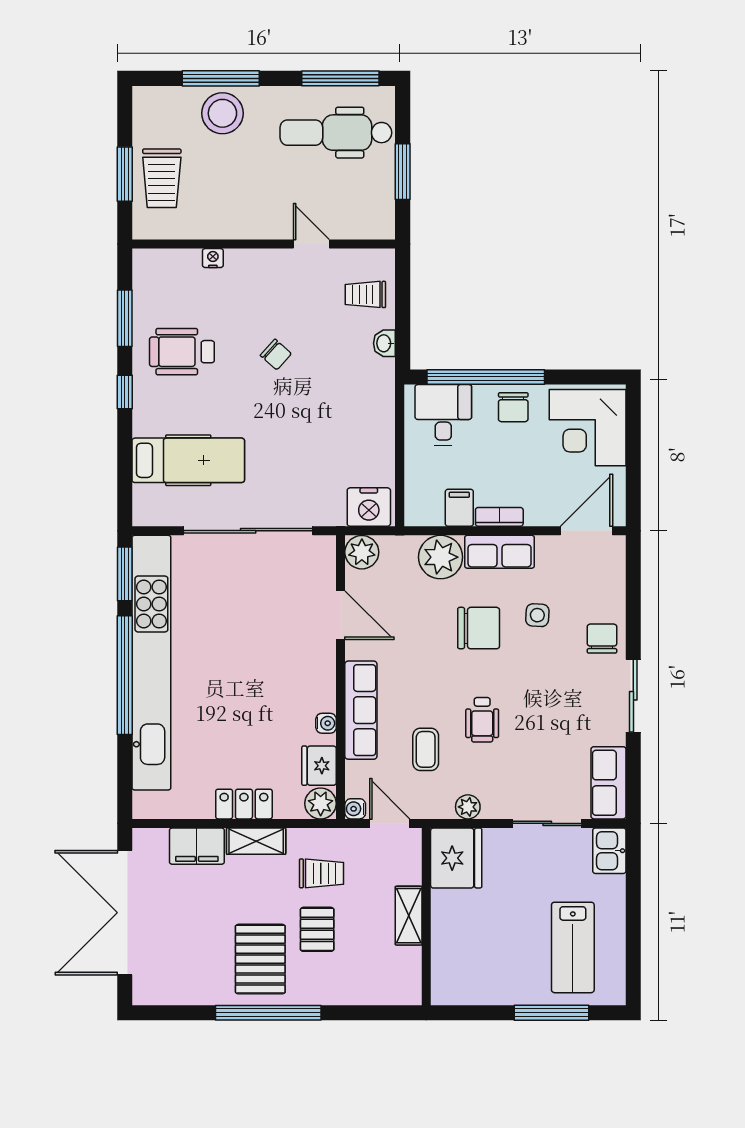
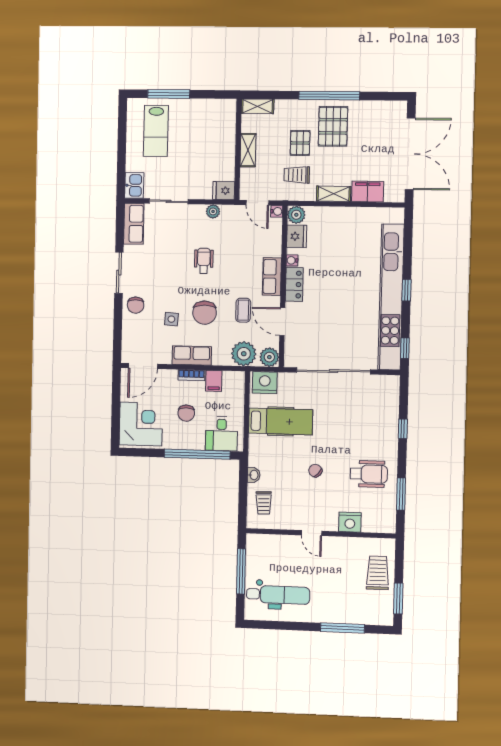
window: (340, 78) -> (275, 625), removed
stool: (222, 113) -> (342, 608), removed
window: (403, 172) -> (241, 571), width x1.44
window: (125, 174) -> (398, 599), moved
door: (311, 244) -> (312, 533), moved
nightstand: (213, 258) -> (350, 522), width x1.89, depth x1.79
trolley: (365, 294) -> (264, 503), turned 88
window: (125, 392) -> (403, 429), moved
chair: (513, 407) -> (186, 413), moved, turned 180
hospital bed: (188, 460) -> (281, 421), moved, turned 180
plant: (441, 557) -> (244, 354), moved
window: (125, 574) -> (405, 348), width x0.67
chair: (479, 628) -> (205, 313), turned -90
window: (125, 675) -> (407, 290), width x0.32
row of seats: (361, 710) -> (272, 277), width x0.68
coffee table: (426, 749) -> (243, 310), moved
locker: (244, 804) -> (294, 284), moved, turned -90
fridge: (456, 858) -> (224, 191), width x0.53, depth x0.75
lab bench: (573, 947) -> (156, 131), turned 180
shelving: (394, 993) -> (258, 106), added

